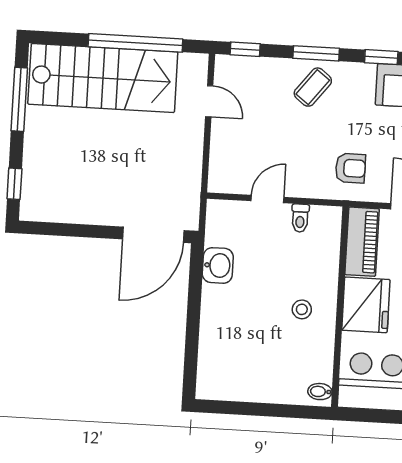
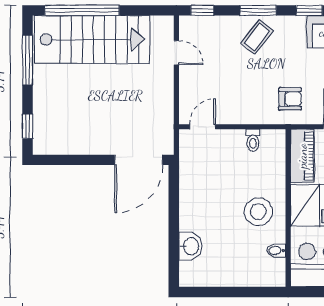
window: (135, 43) -> (82, 10), moved
door: (268, 199) -> (203, 127), moved
washbasin: (218, 265) -> (191, 246), moved
stool: (302, 309) -> (258, 212), width x1.89, depth x1.89
bidet: (320, 392) -> (276, 250), moved

